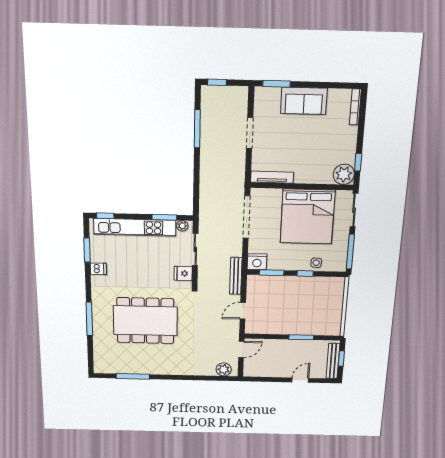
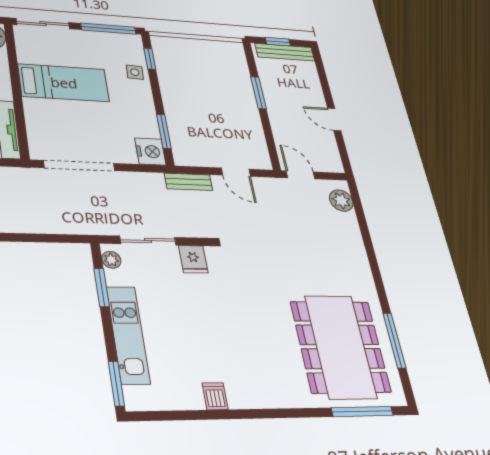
window: (105, 216) -> (116, 384), width x1.50
bed: (308, 217) -> (64, 83), width x0.49
kitchen unit: (135, 227) -> (128, 335), width x0.73
window: (87, 250) -> (185, 415), removed
window: (305, 273) -> (150, 59), moved
bench: (236, 276) -> (188, 182), width x0.73
window: (89, 319) -> (362, 412), moved
dining table: (145, 321) -> (340, 347), moved
door: (300, 380) -> (334, 119), moved

